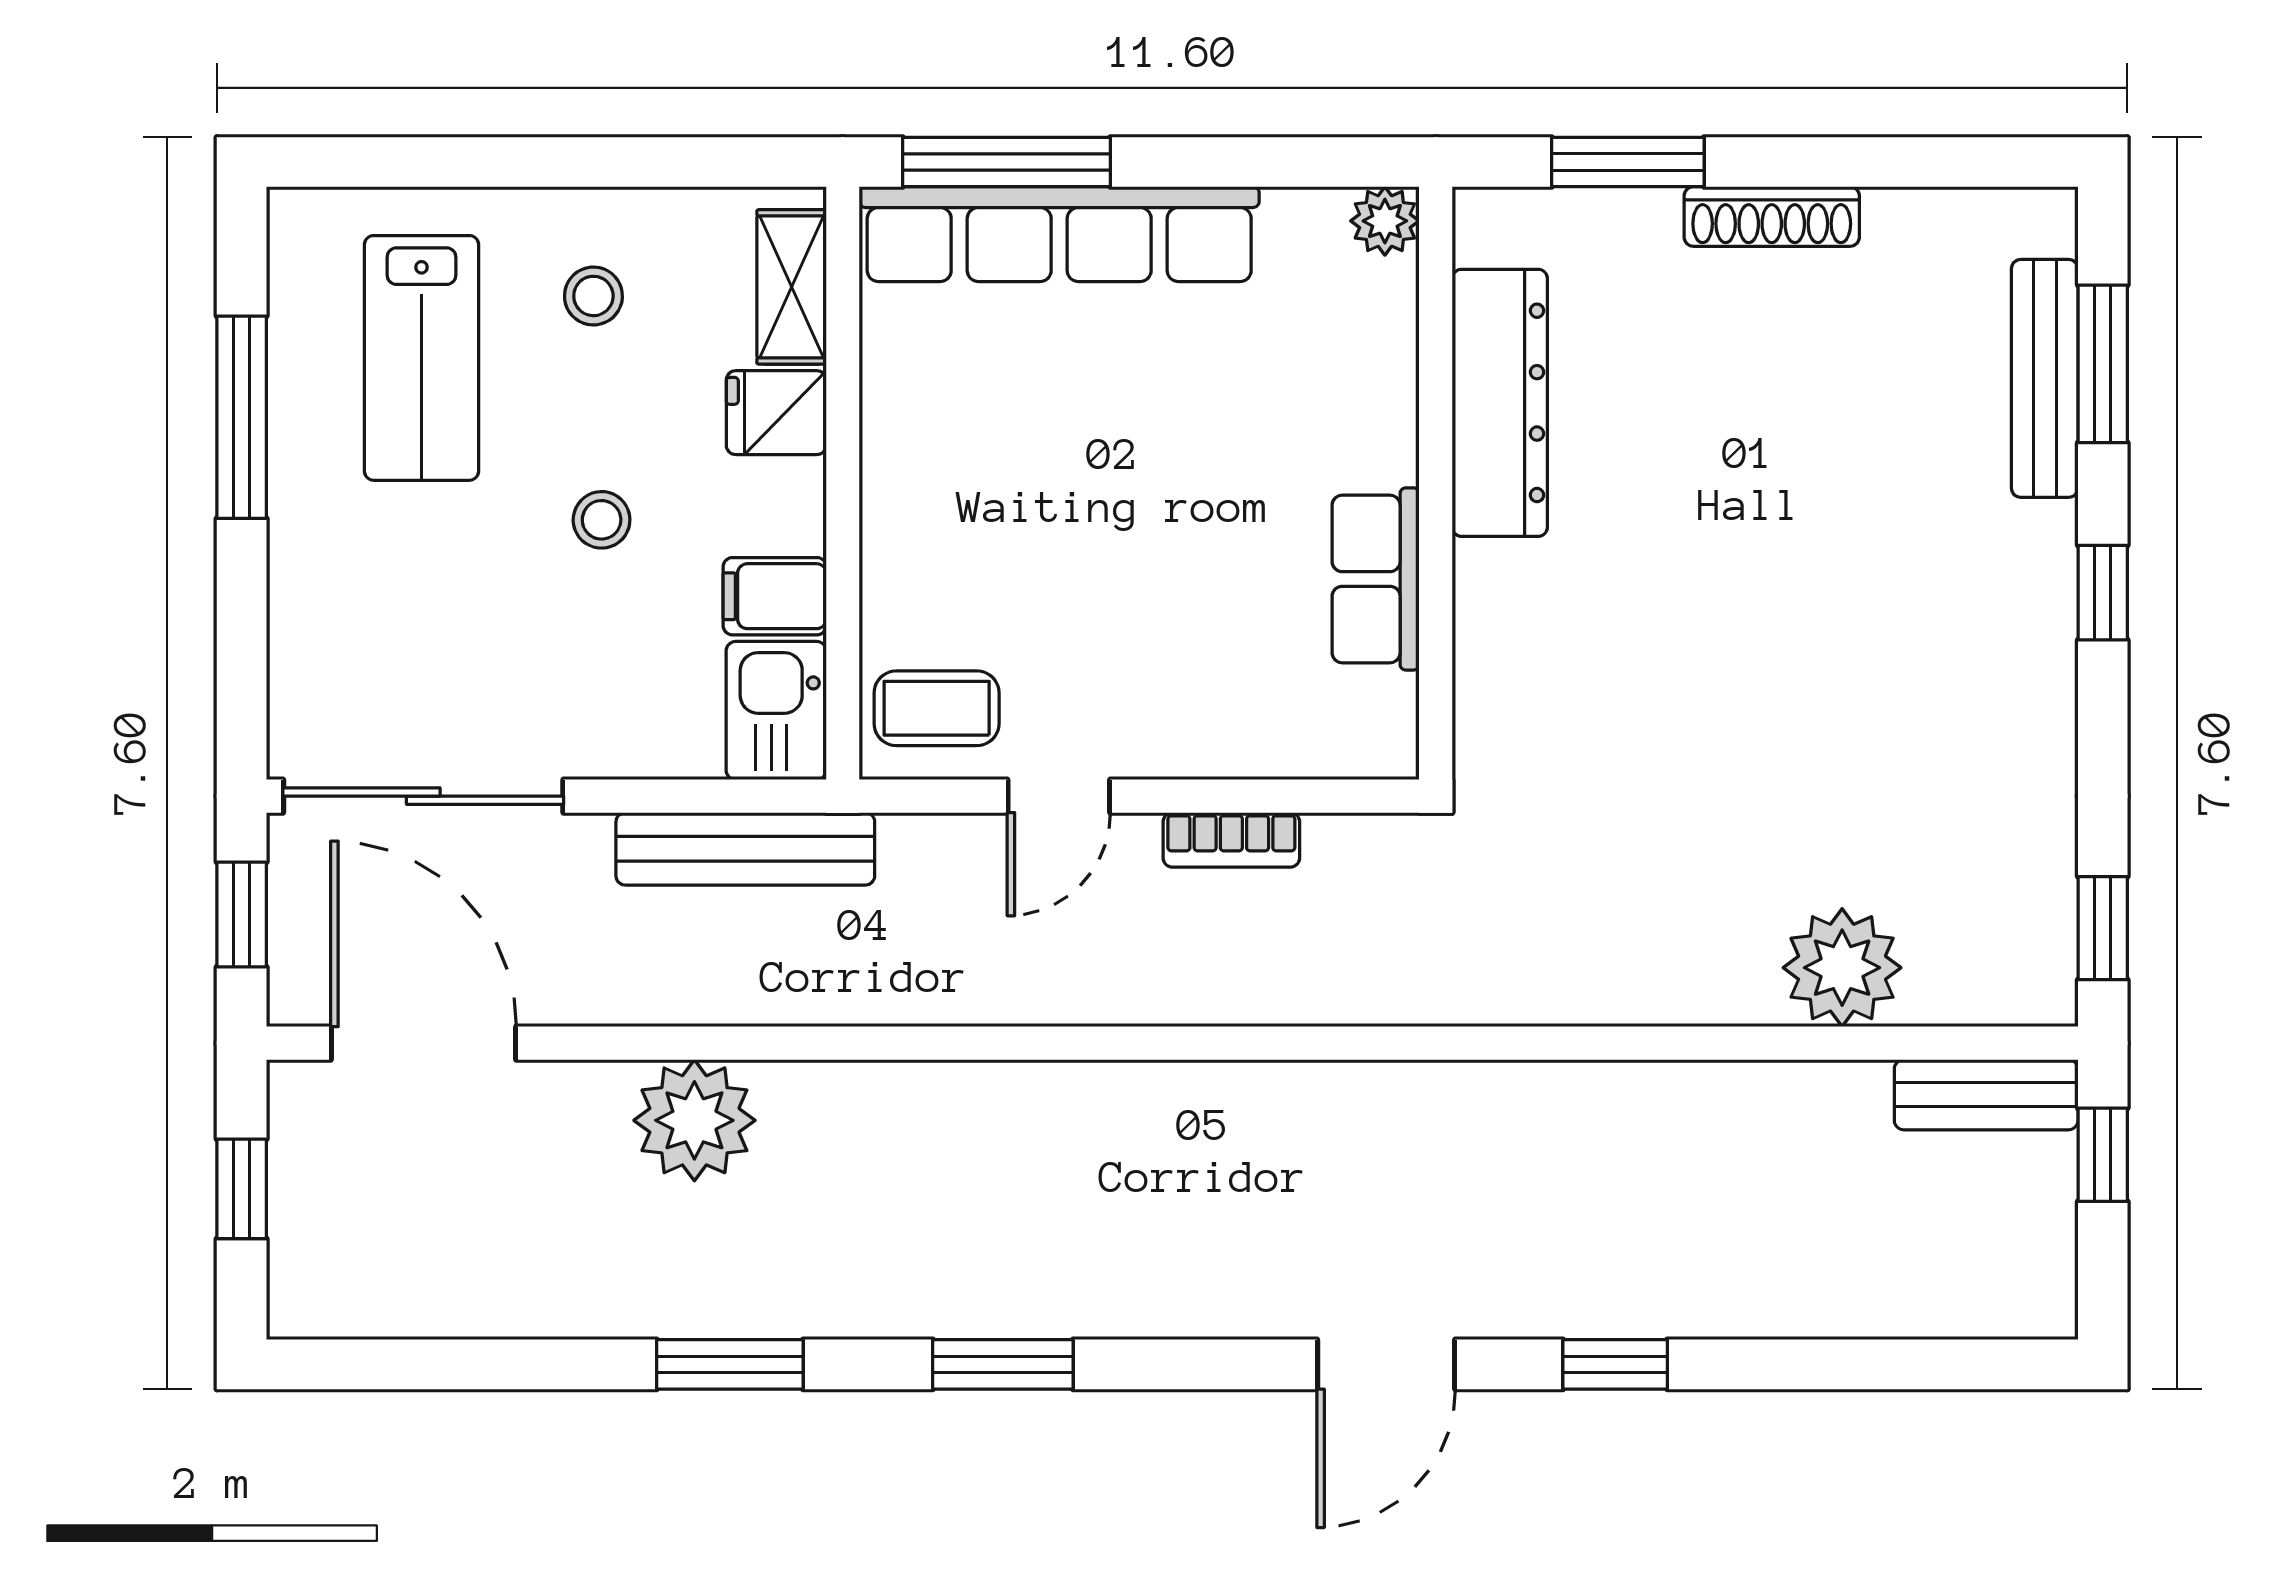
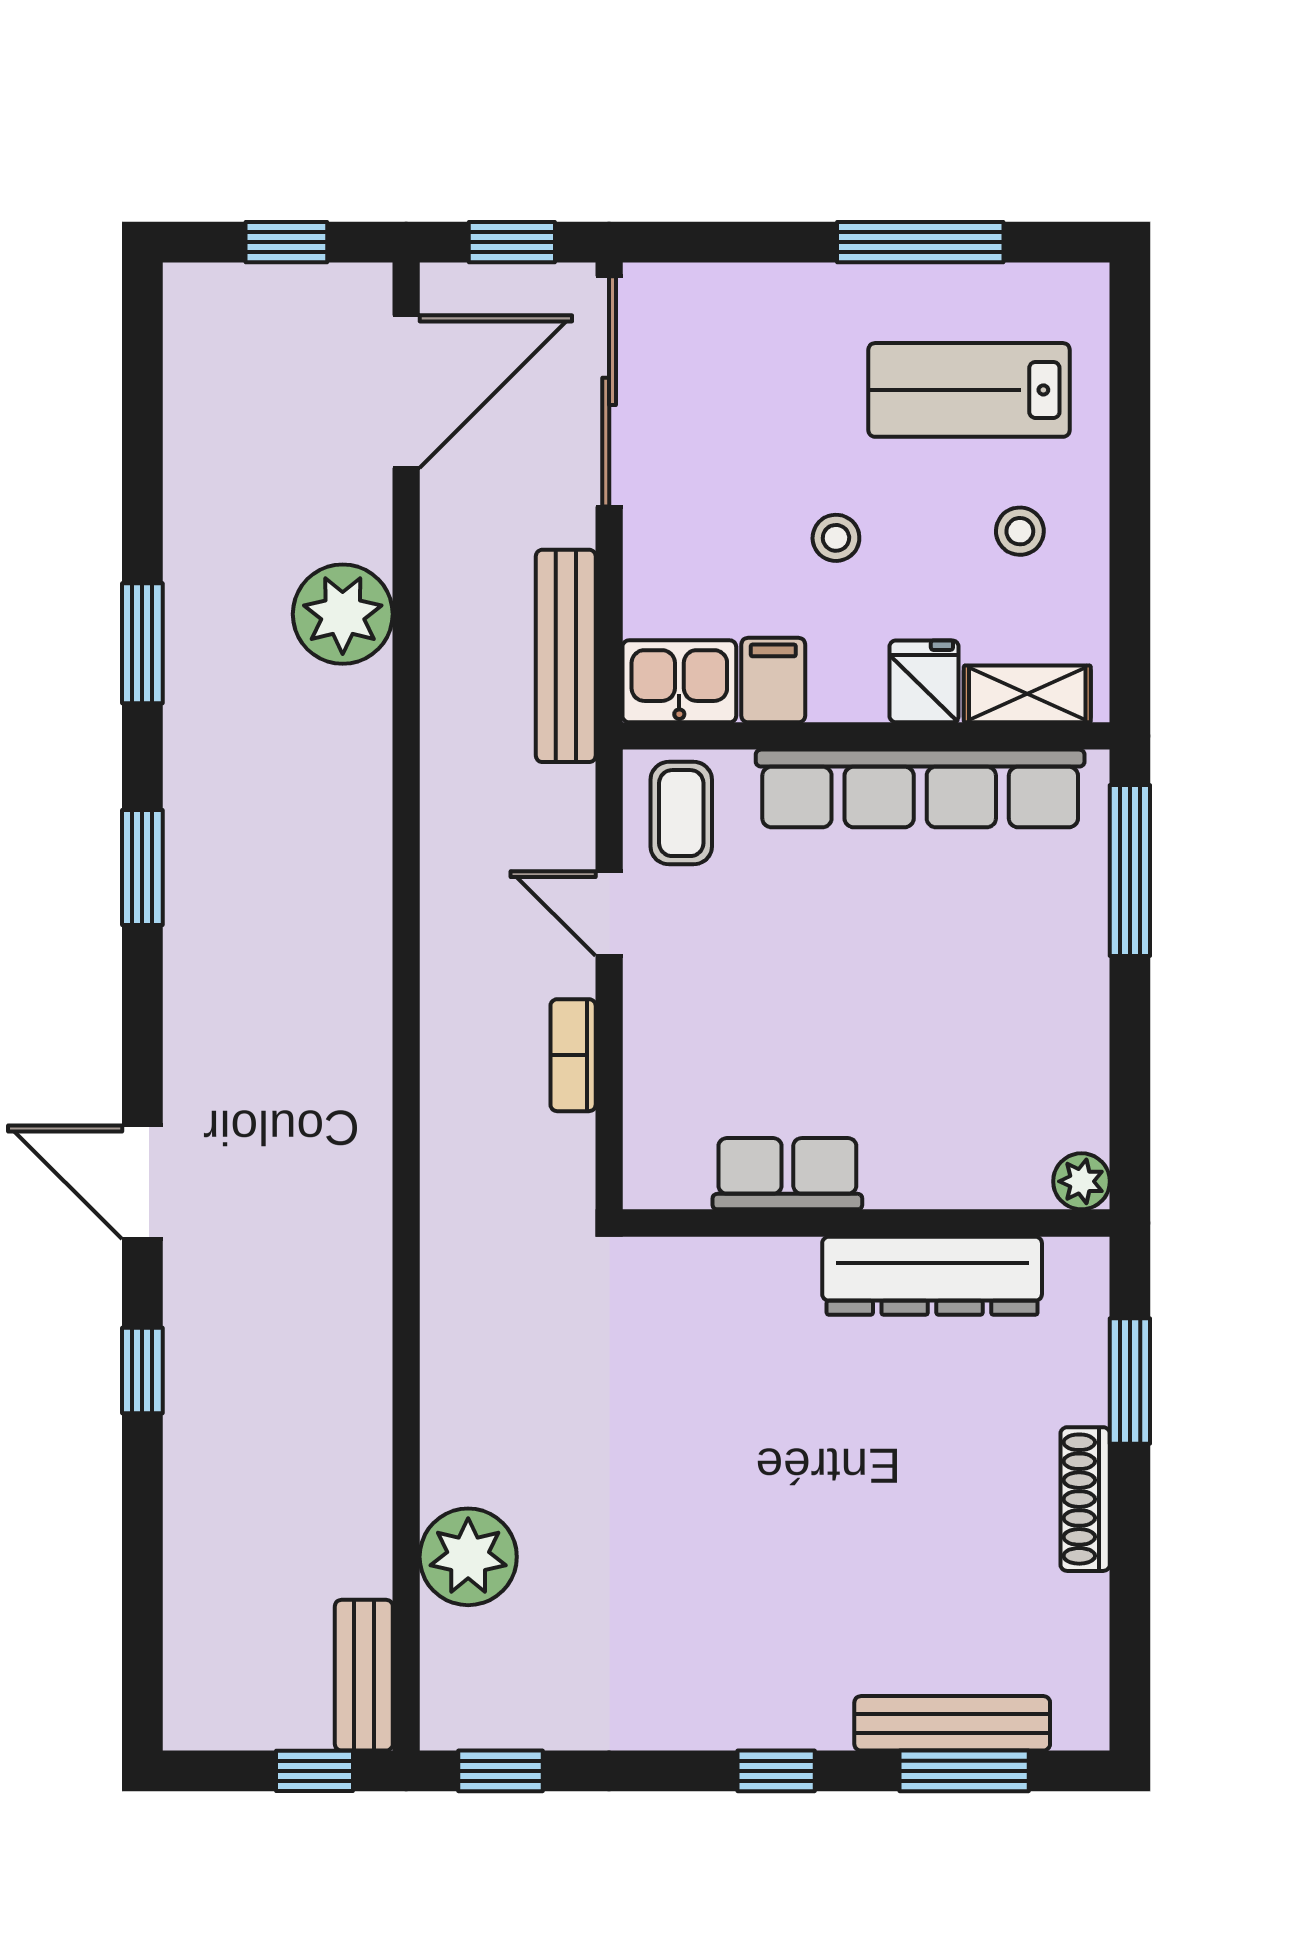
row of seats: (1059, 234) -> (920, 788), moved, turned -90

